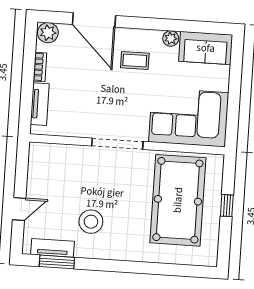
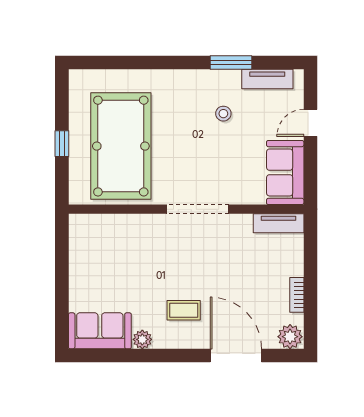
tv unit: (40, 104) -> (279, 223), moved, turned -90
corner sofa: (189, 117) -> (115, 246), removed
sofa: (43, 169) -> (285, 172), added
stool: (91, 222) -> (223, 114), width x0.53, depth x0.53
window: (57, 262) -> (231, 63), moved

